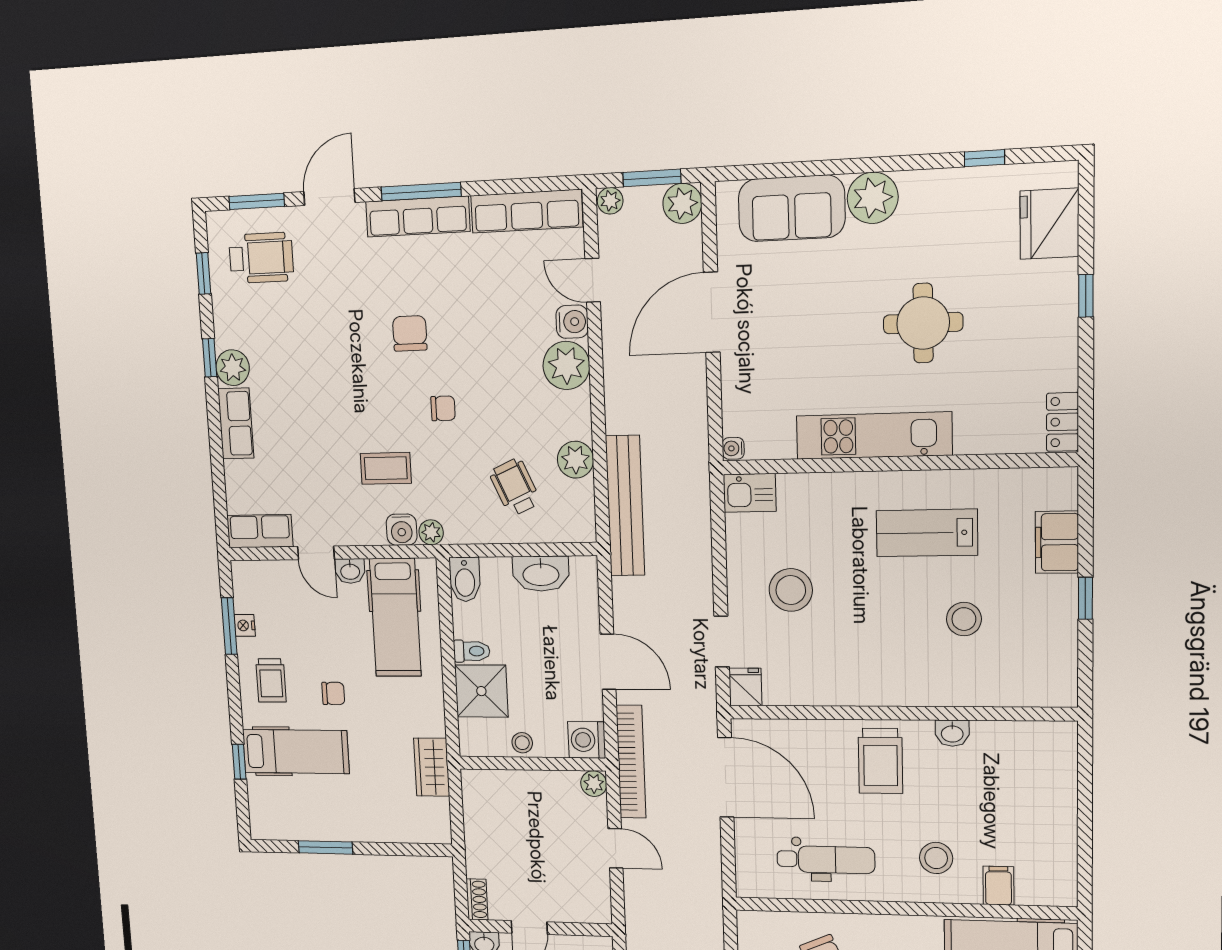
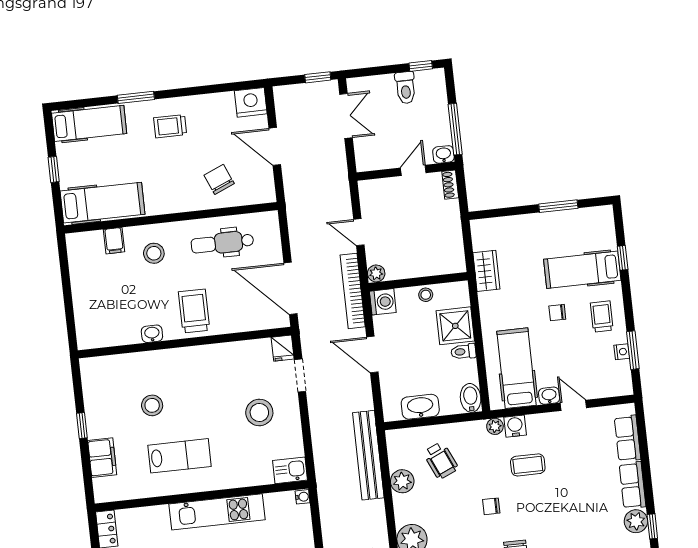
row of seats: (260, 531) -> (628, 438), moved, turned 90

